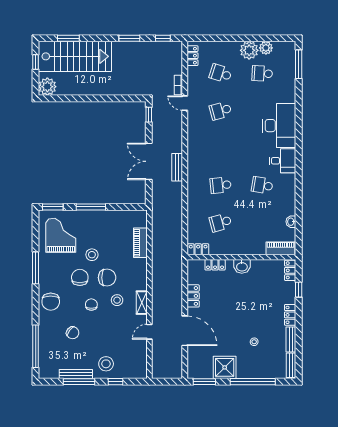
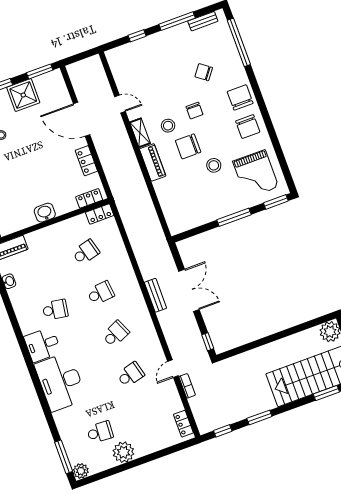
plant: (266, 48) -> (81, 471), moved
school desk: (221, 73) -> (116, 334), moved, turned -42
door: (185, 103) -> (173, 369), swing flipped
piano: (140, 243) -> (153, 162), moved
locker: (215, 265) -> (89, 198), moved
window: (36, 268) -> (270, 128), removed
chair: (80, 277) -> (248, 127), moved
door: (149, 332) -> (120, 104), hinge flipped
stool: (106, 364) -> (155, 51), removed
bench: (76, 374) -> (203, 21), moved, width x0.73

